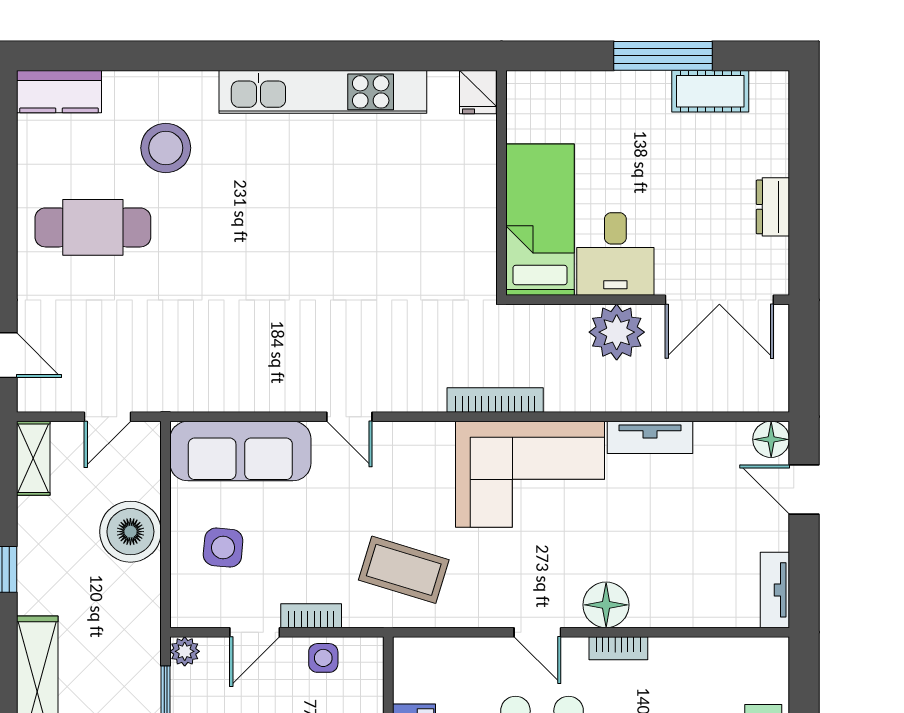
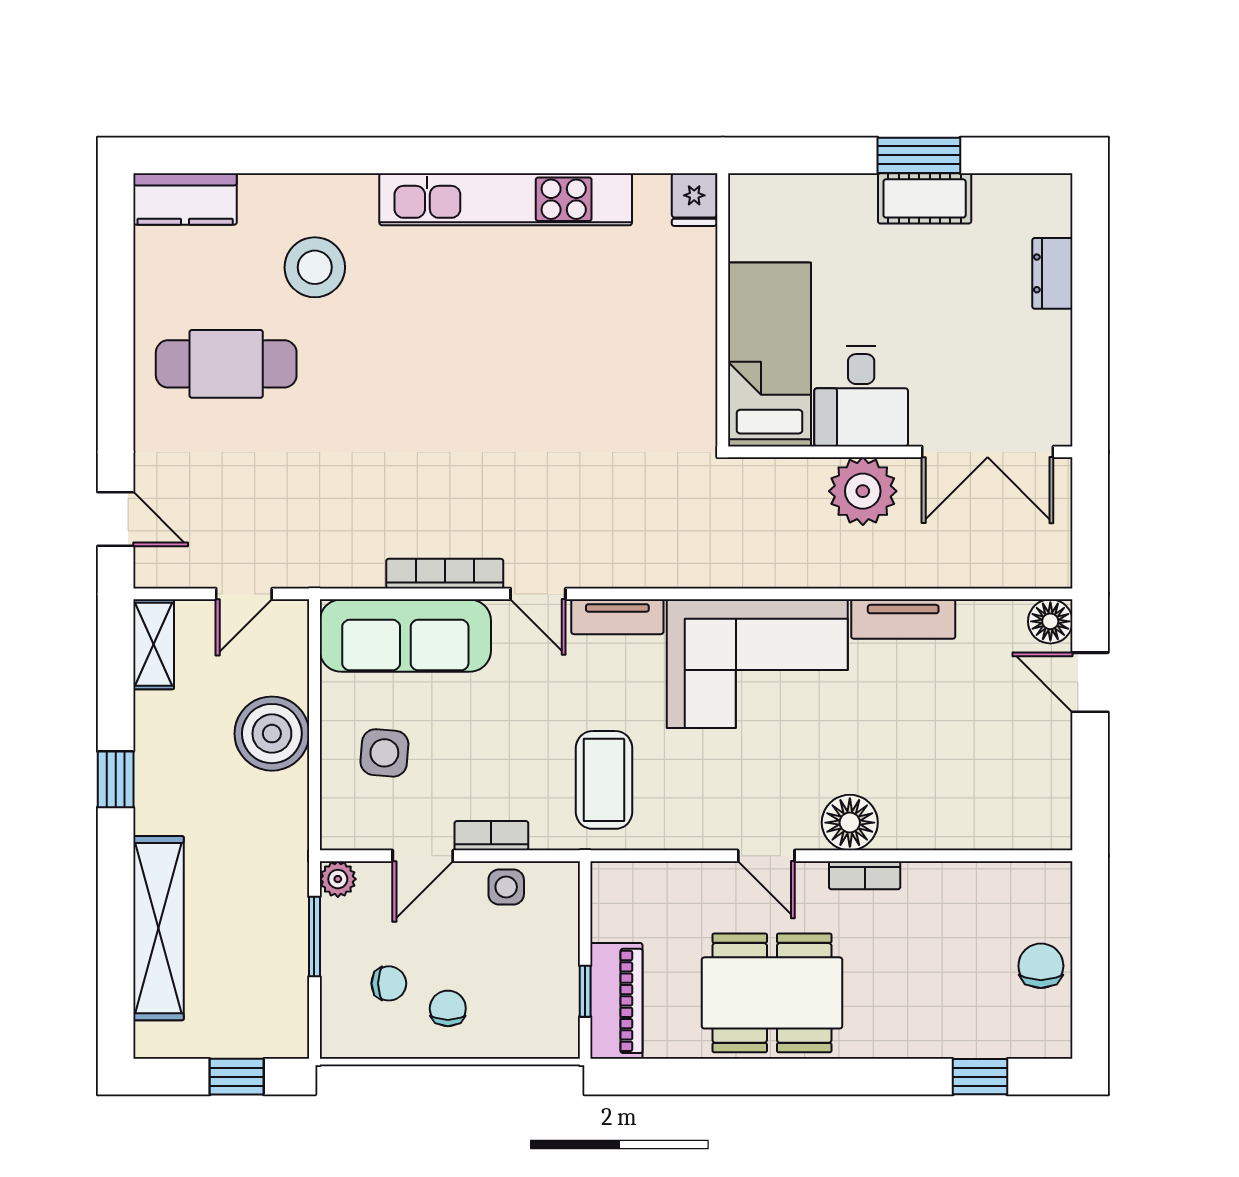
window: (663, 56) -> (919, 155), width x0.69
cot: (710, 91) -> (925, 198), moved
dresser: (773, 207) -> (1052, 273), moved
bookcase: (495, 400) -> (445, 574), moved
coffee table: (404, 570) -> (604, 780), turned 73
tv unit: (775, 590) -> (617, 617), moved, turned -90

